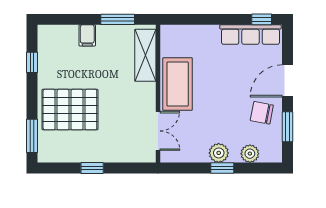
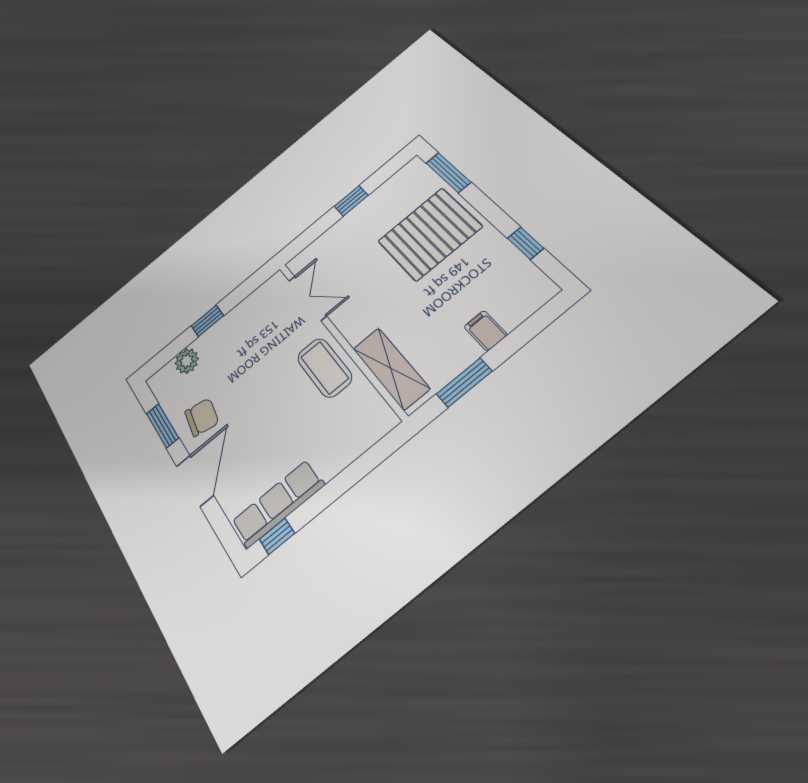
coffee table: (178, 84) -> (324, 368), width x0.73, depth x0.76
double door: (158, 131) -> (308, 298), swing flipped
plant: (219, 153) -> (222, 333), removed

